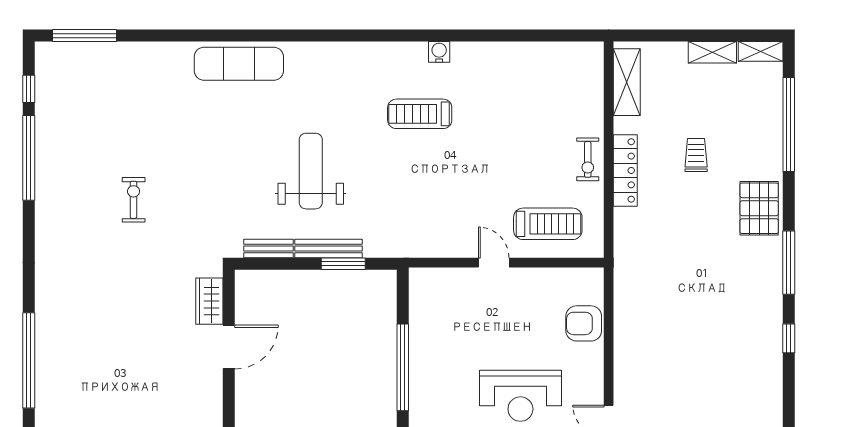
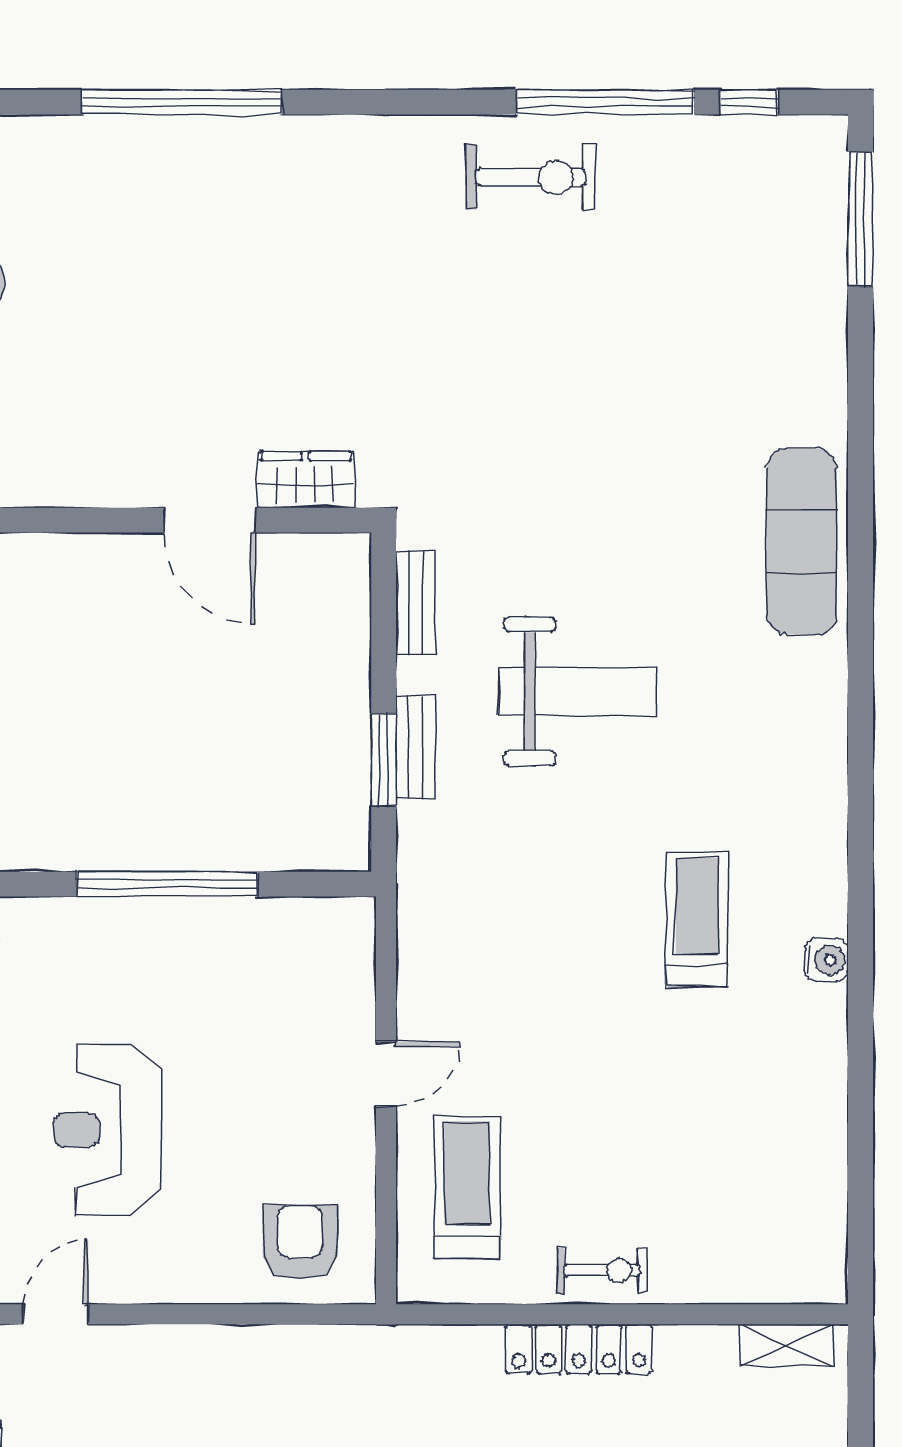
shelving: (627, 82) -> (787, 1345), width x0.67, depth x0.75
exercise bike: (588, 159) -> (602, 1270), turned 180
exercise bike: (134, 200) -> (531, 177), moved, width x1.38, depth x1.39
treadmill: (548, 224) -> (467, 1187), turned 180
bench: (329, 249) -> (416, 747), width x0.73
armchair: (584, 323) -> (300, 1242), moved

